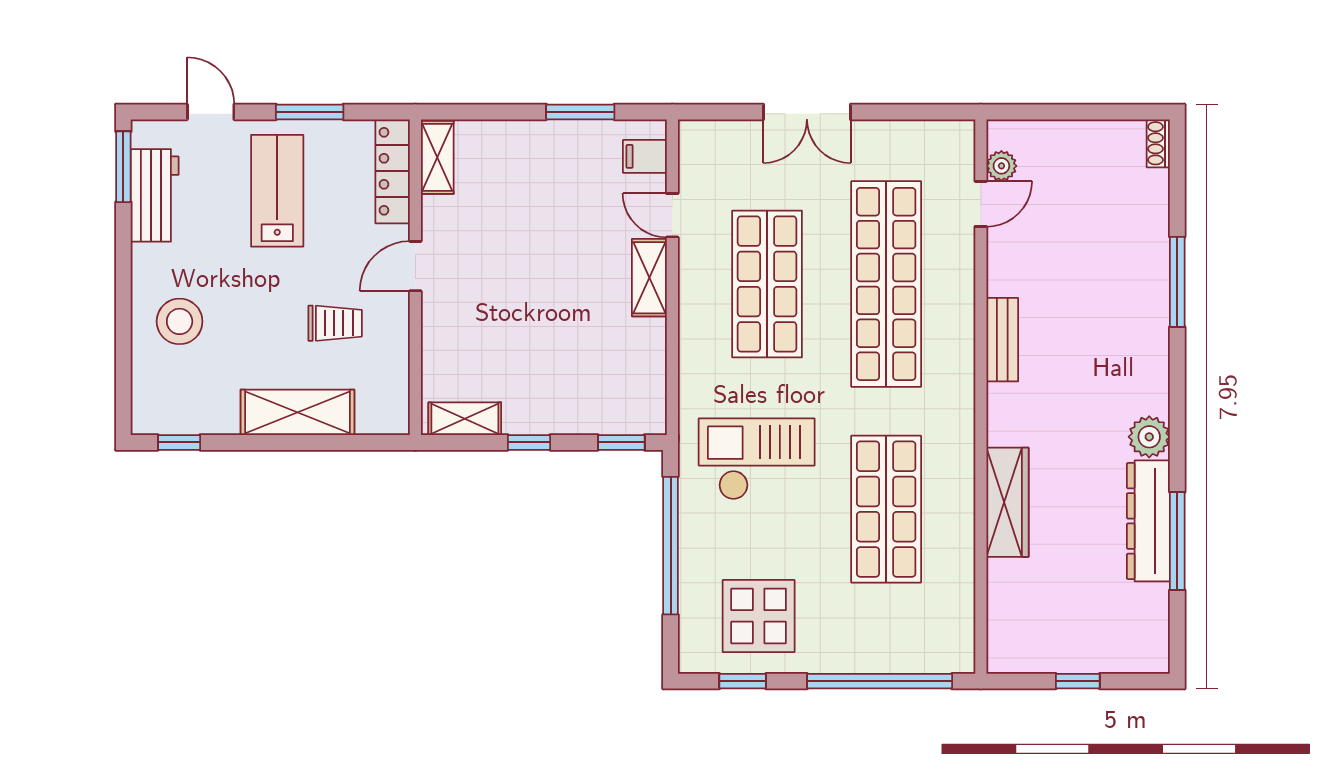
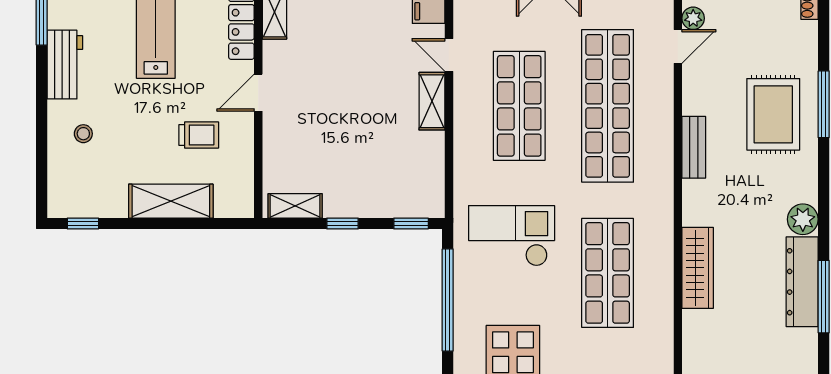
workbench: (155, 195) -> (65, 65), moved
rug: (1109, 295) -> (773, 114), added
stool: (180, 321) -> (83, 134), width x0.53, depth x0.53

